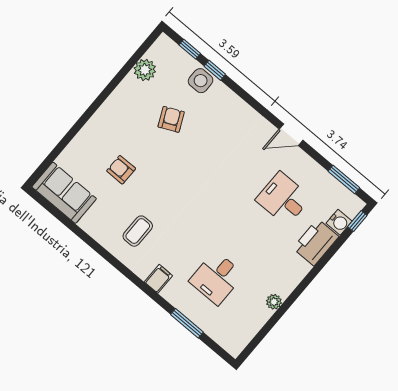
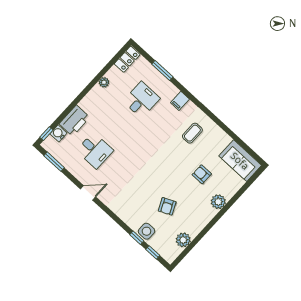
plant: (95, 130) -> (218, 202), added
armchair: (121, 170) -> (202, 174), turned 180
locker: (241, 338) -> (127, 59), added

